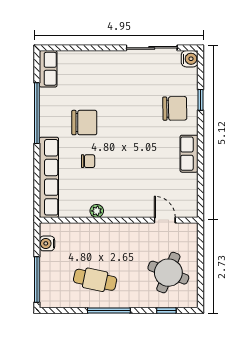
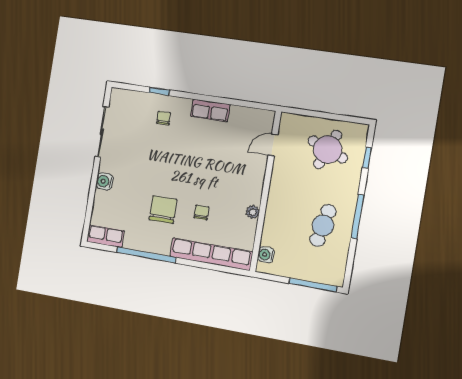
water cooler: (190, 59) -> (104, 181), moved, turned -90
chair: (175, 108) -> (164, 118), width x0.54, depth x0.54
water cooler: (47, 243) -> (266, 255), moved, turned 90

